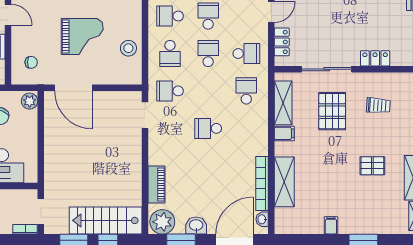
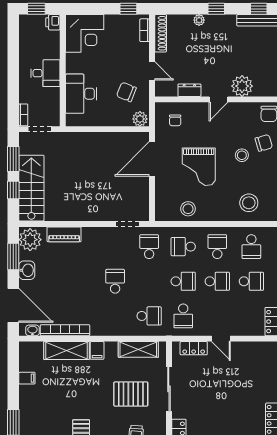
filing cabinet: (284, 133) -> (97, 350), moved
filing cabinet: (331, 225) -> (27, 378), moved

